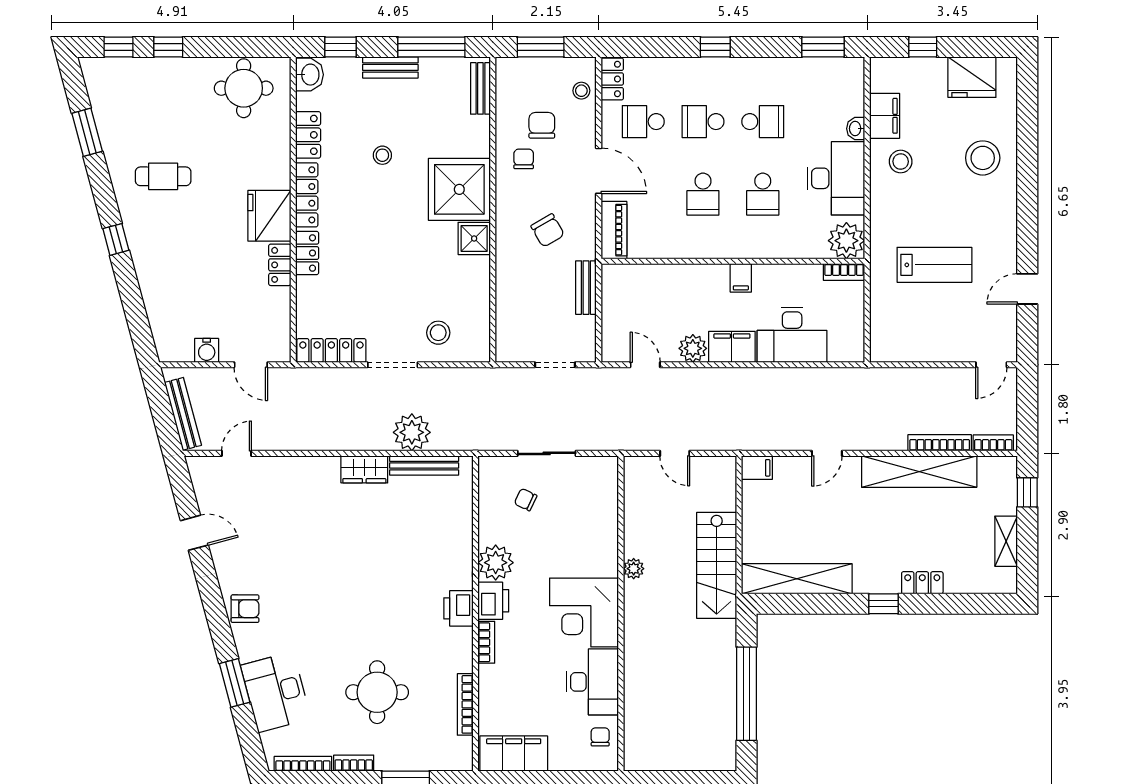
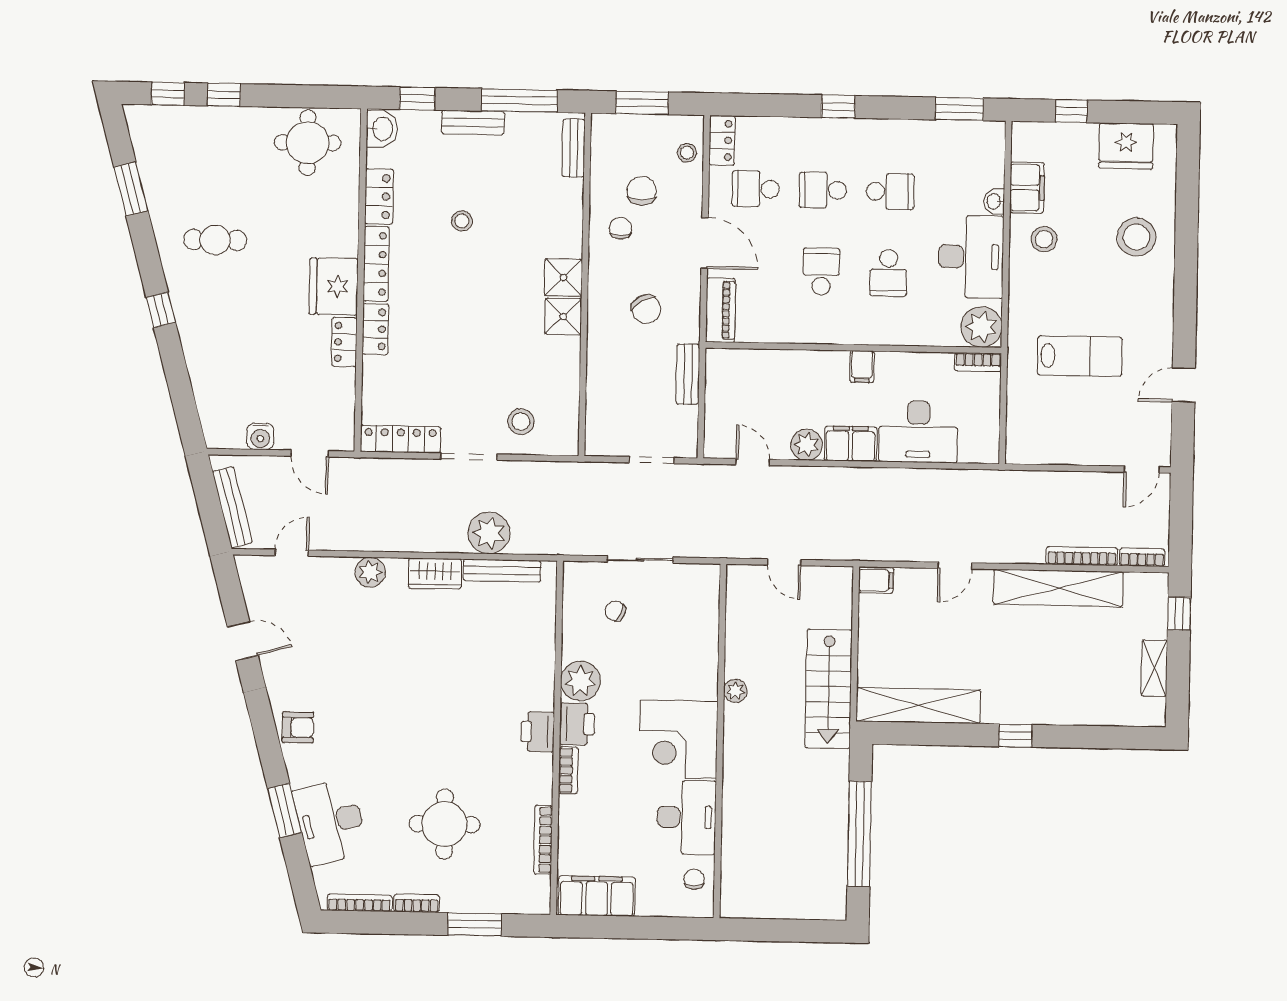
shower: (459, 189) -> (563, 277), width x0.54, depth x0.54
school desk: (703, 194) -> (821, 272), turned 180
plant: (307, 469) -> (370, 572), added
locker: (922, 583) -> (1059, 713), removed

